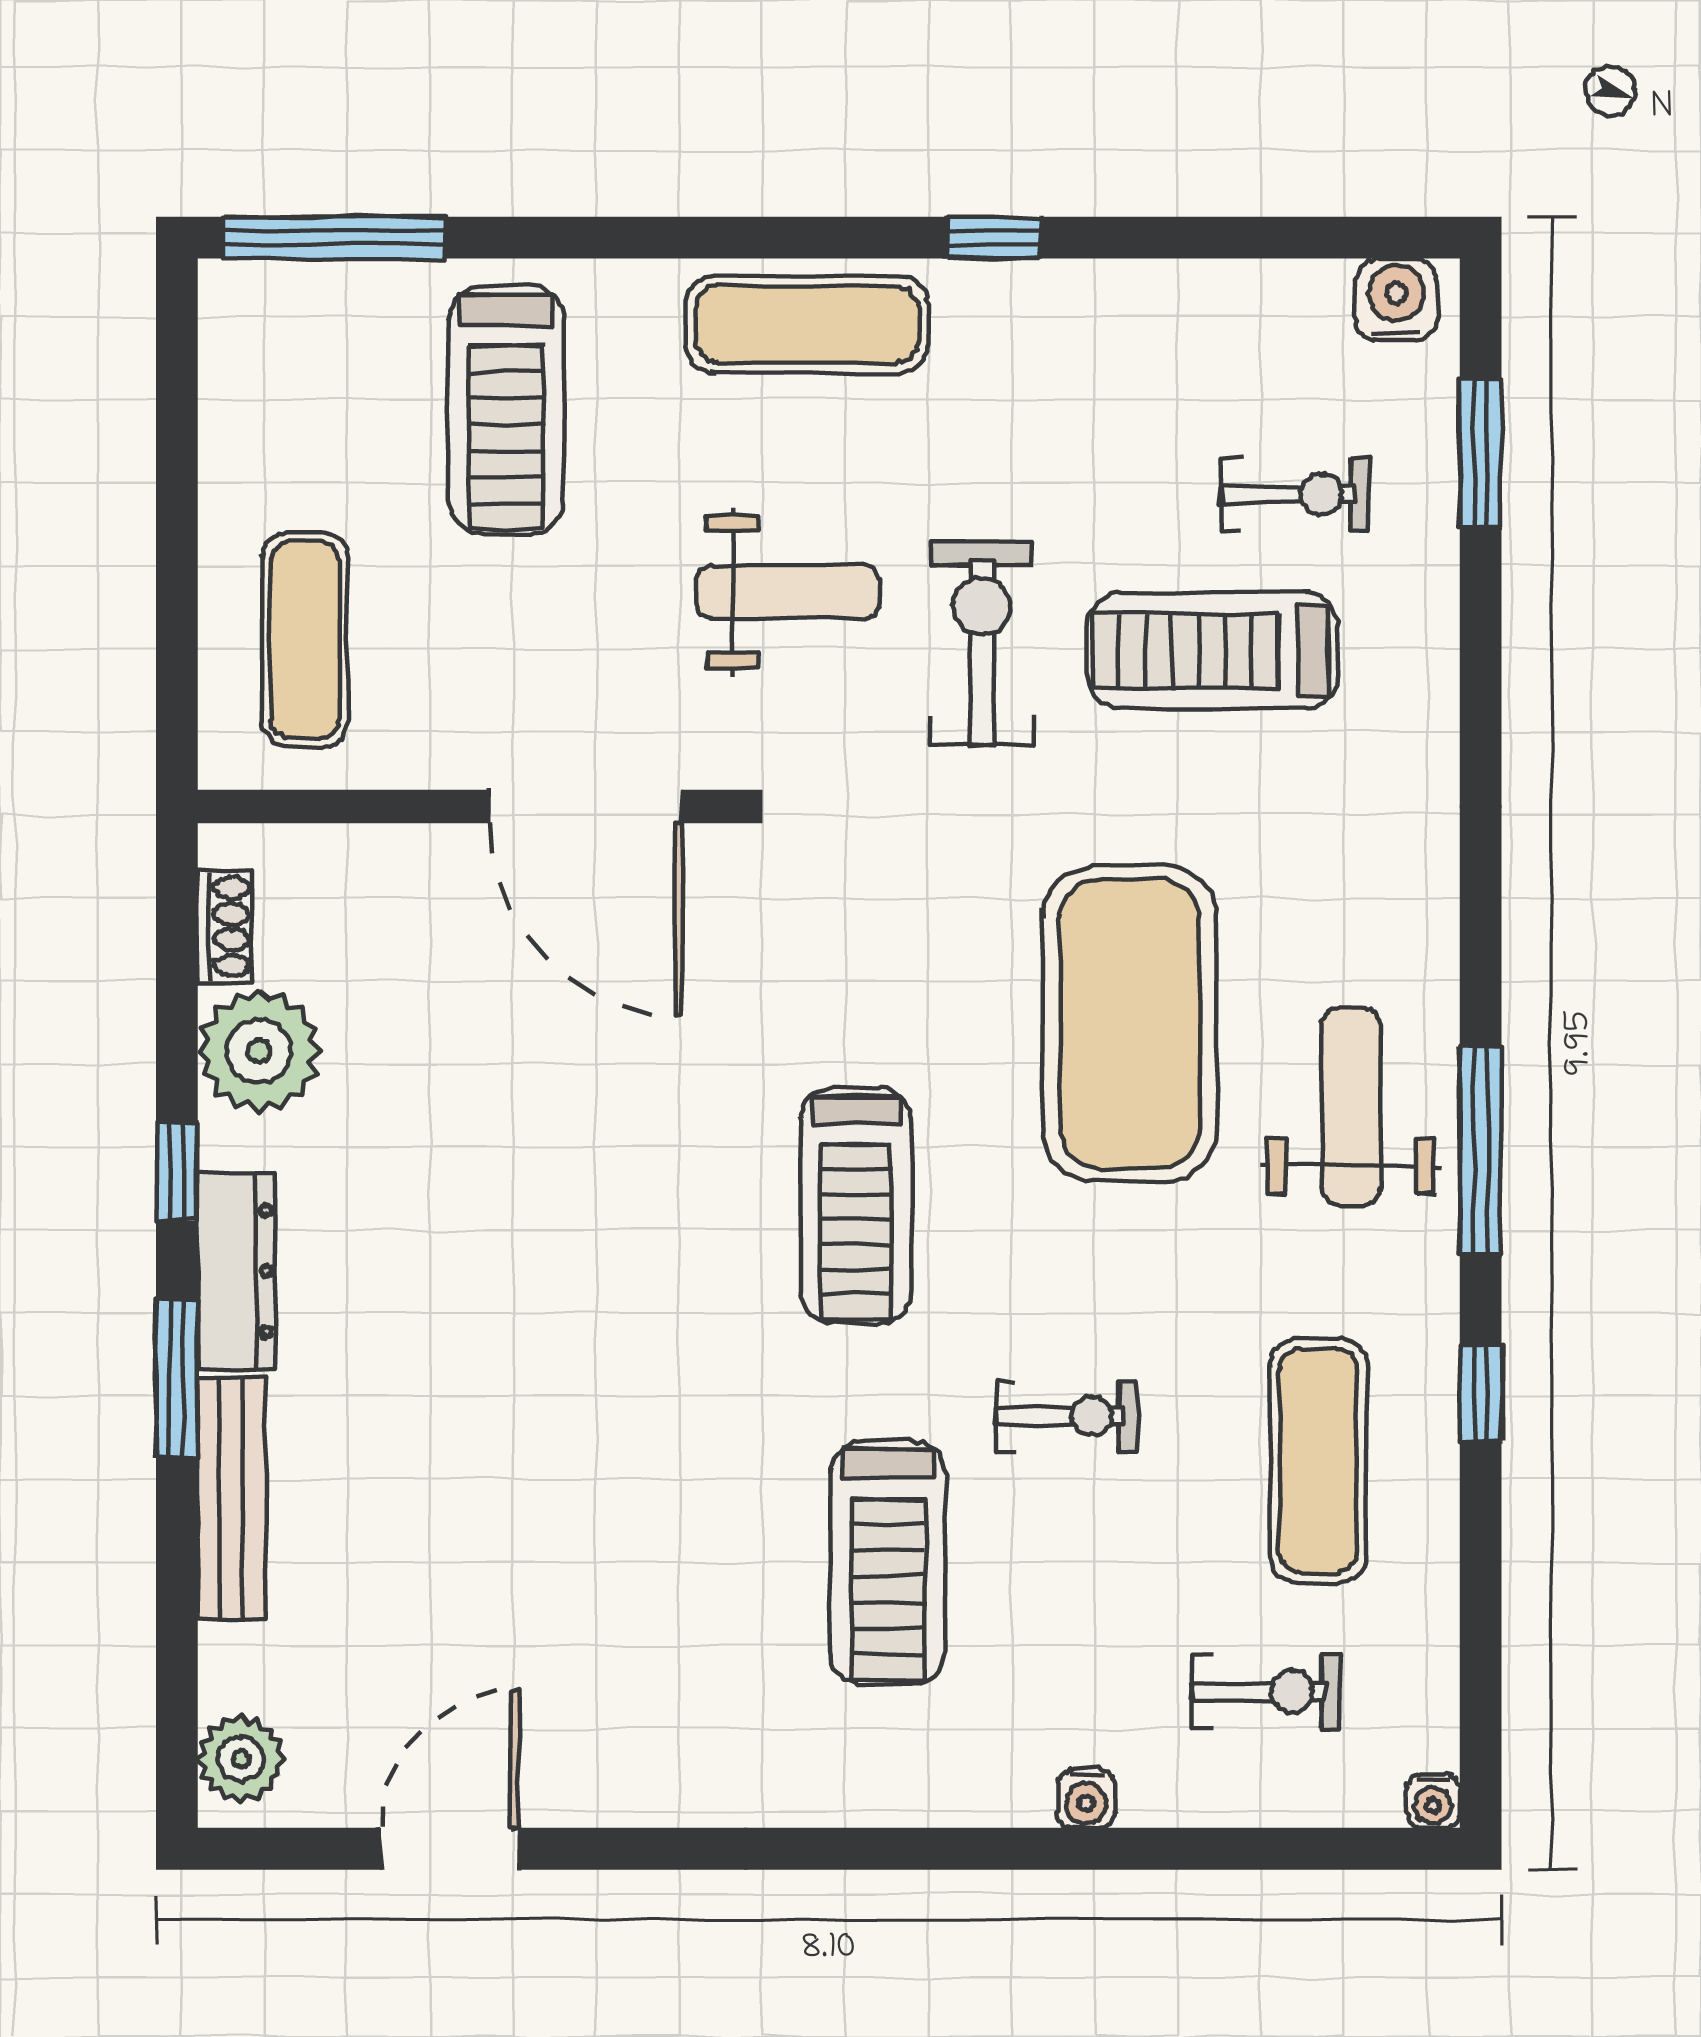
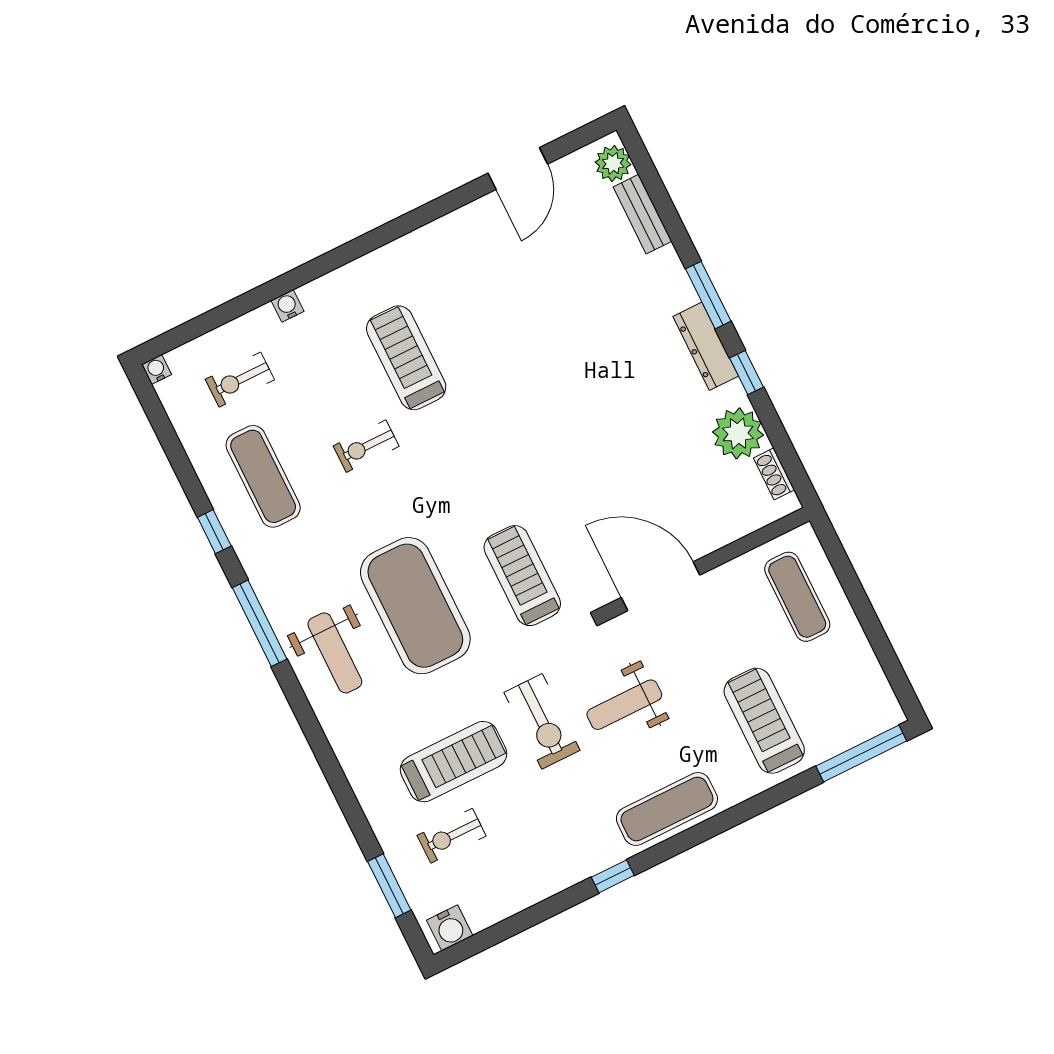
weight bench: (1351, 1106) -> (335, 653), moved
treadmill: (856, 1206) -> (522, 576), moved
bench: (232, 1498) -> (642, 214), moved, width x0.73

